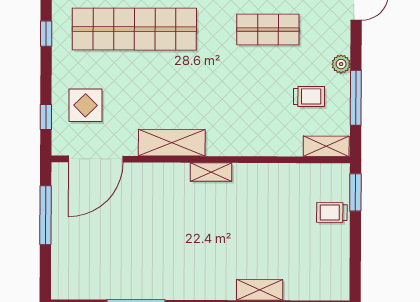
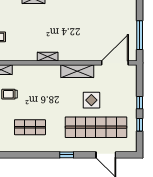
display table: (85, 105) -> (91, 100), moved
window: (46, 117) -> (140, 103), moved
shelving: (211, 172) -> (48, 57), moved

